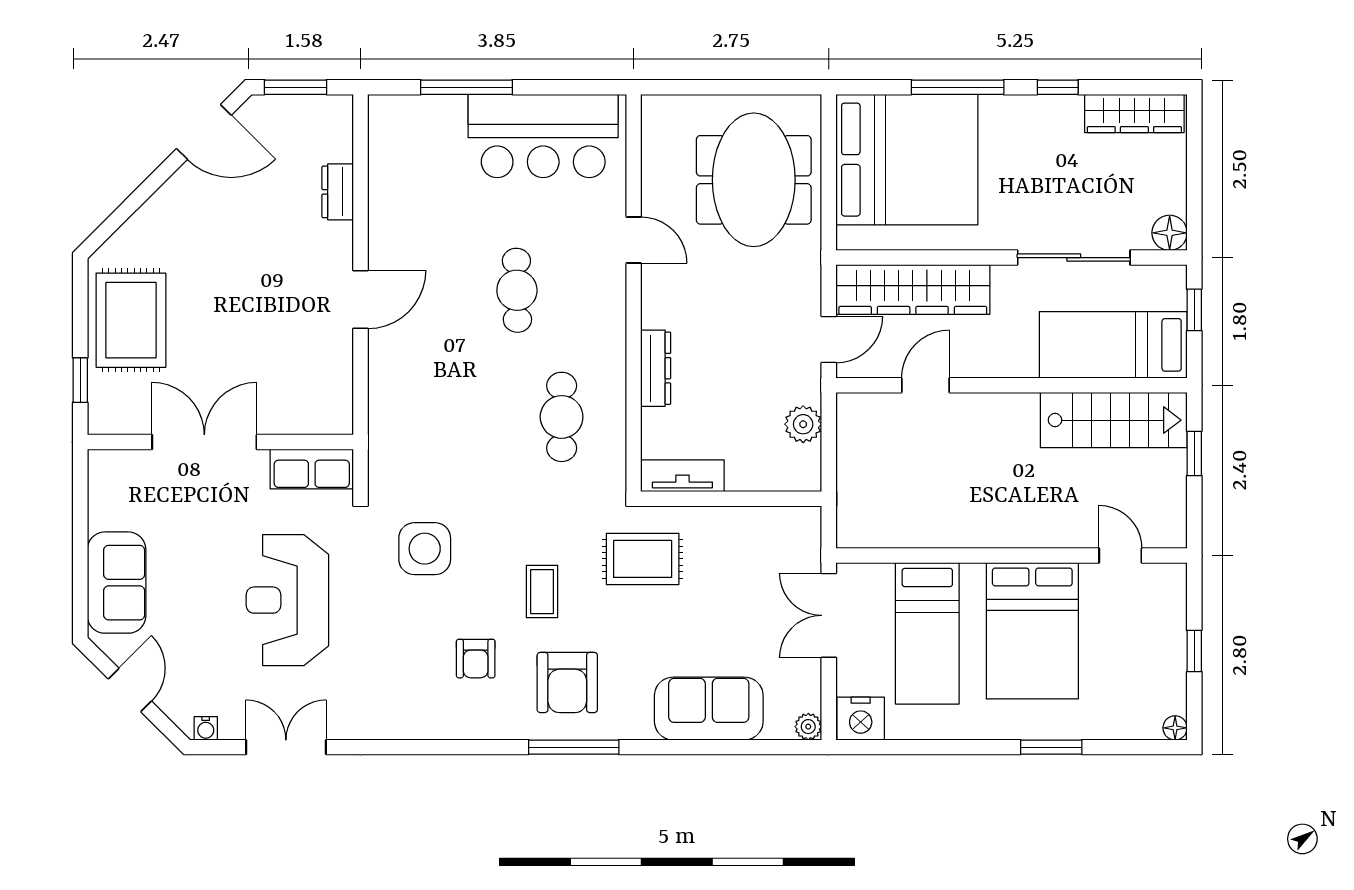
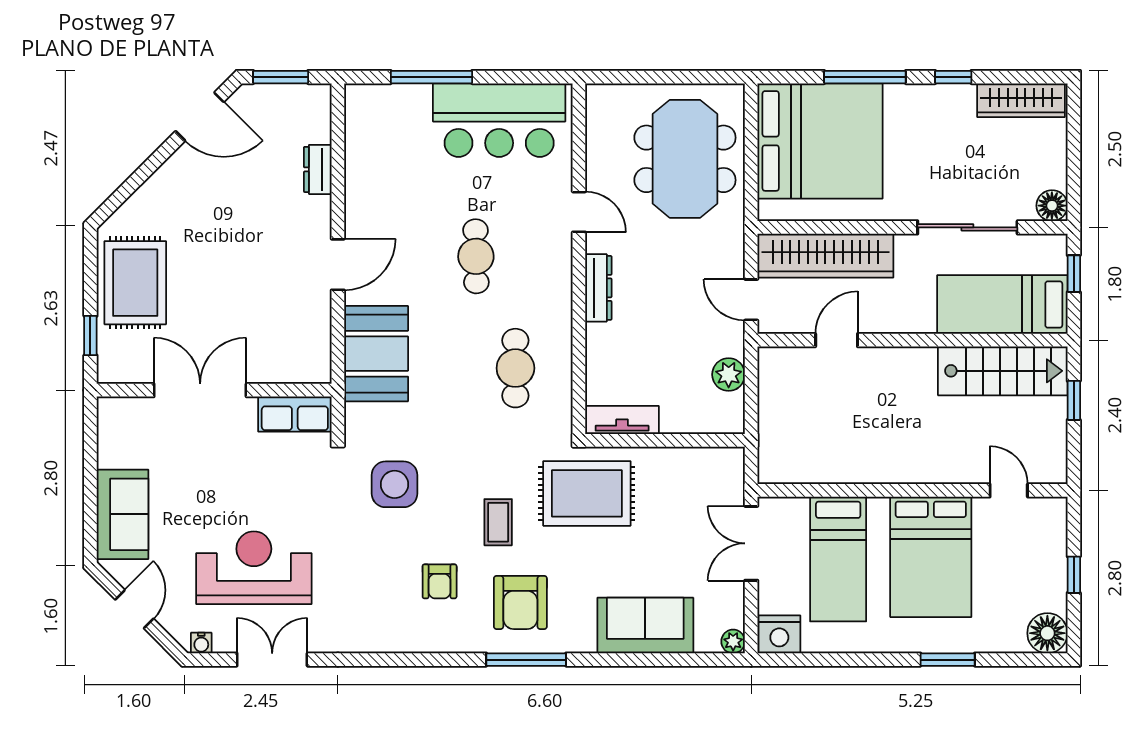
door: (829, 340) -> (751, 300), swing flipped
dresser: (656, 368) -> (598, 288), moved
booth: (404, 401) -> (376, 354), added
rug: (643, 559) -> (587, 493), width x1.36, depth x1.43
reception desk: (287, 600) -> (254, 568), moved, turned 90
floor lamp: (1175, 728) -> (1047, 633), width x1.89, depth x1.89

